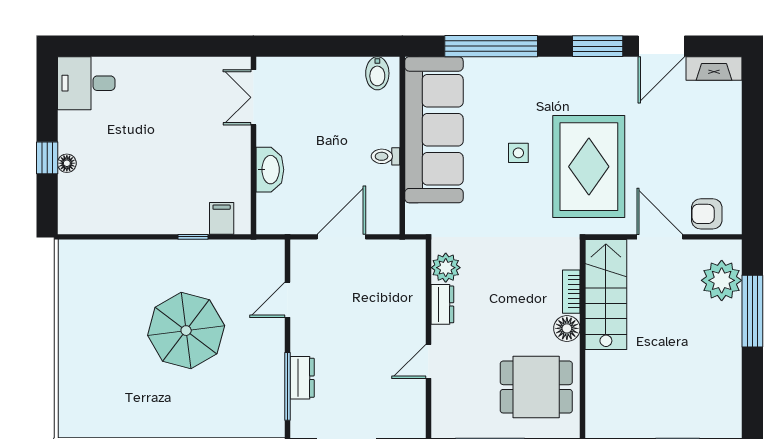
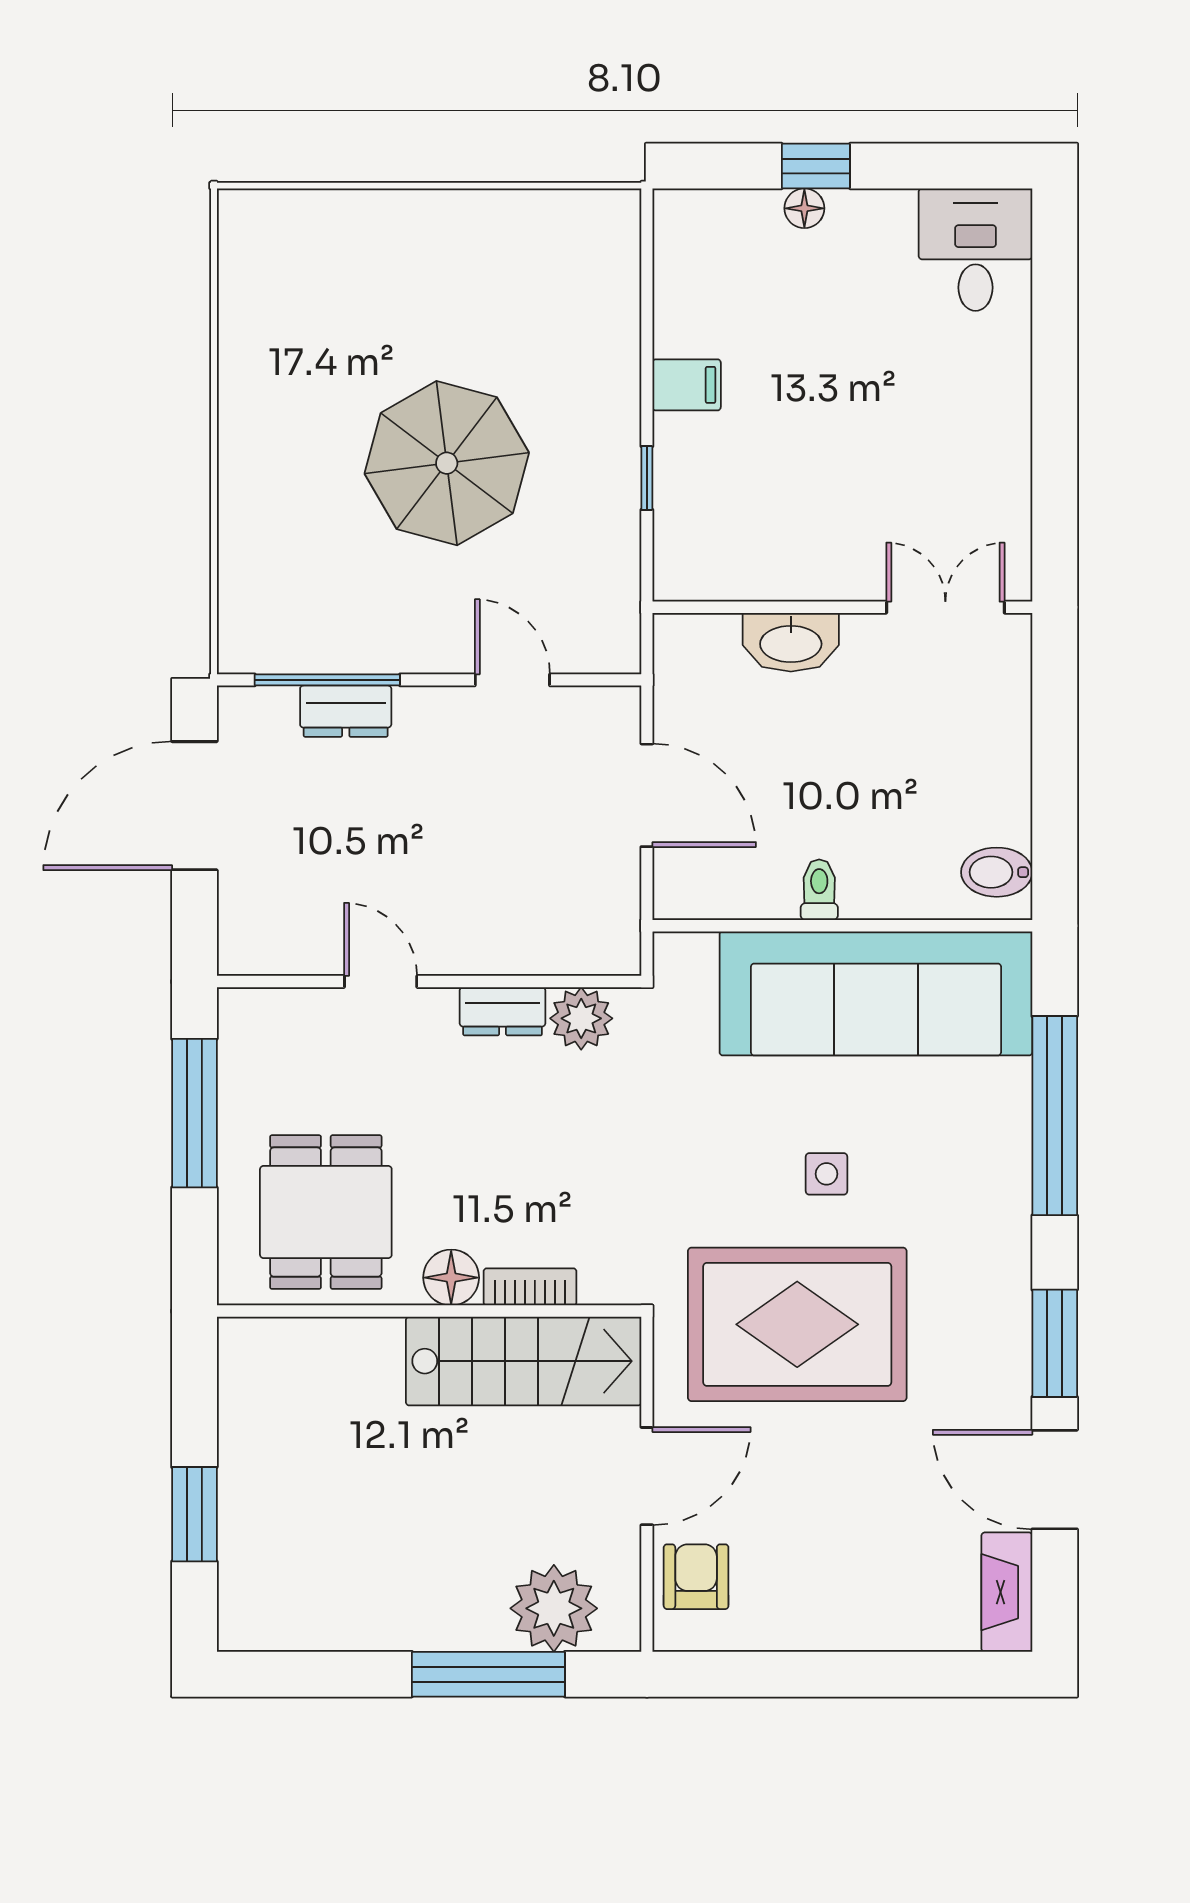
filing cabinet: (222, 218) -> (687, 385), moved

